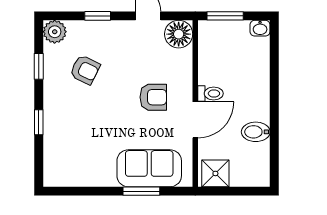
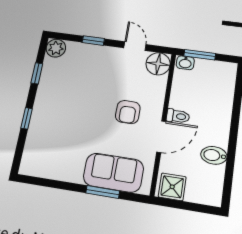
washbasin: (260, 28) -> (185, 63), moved
armchair: (85, 70) -> (74, 81), removed
armchair: (153, 97) -> (128, 112), turned 90

